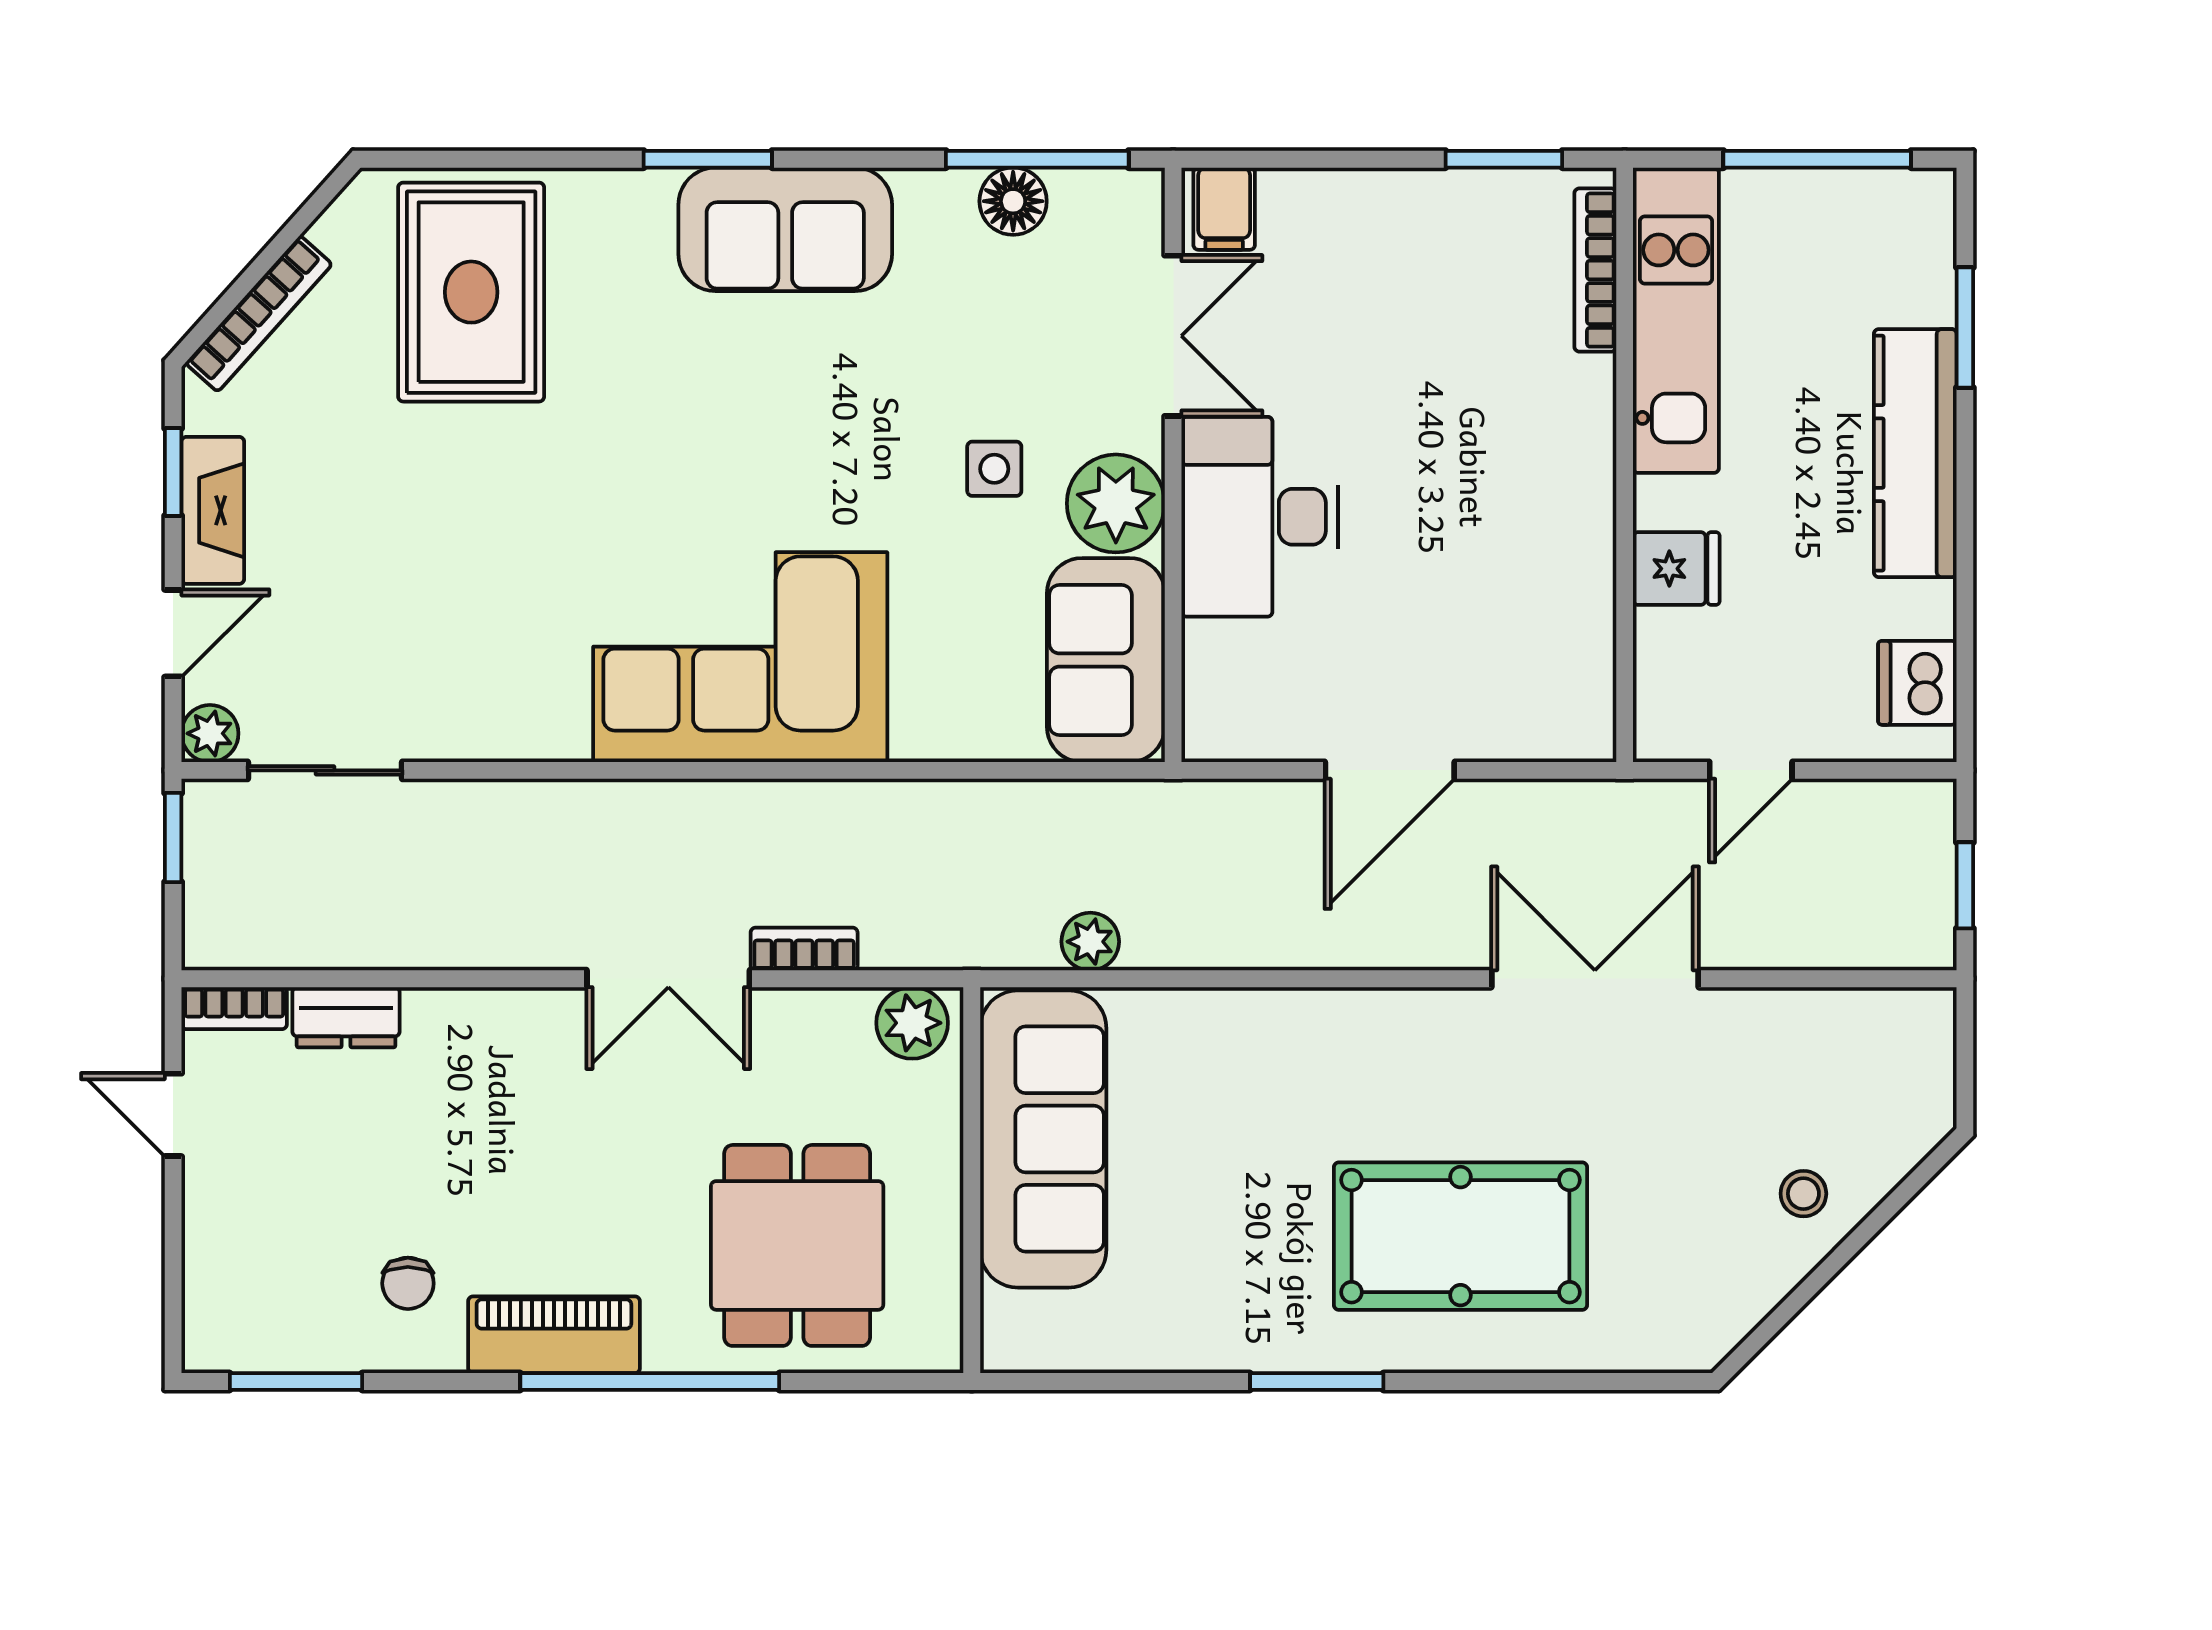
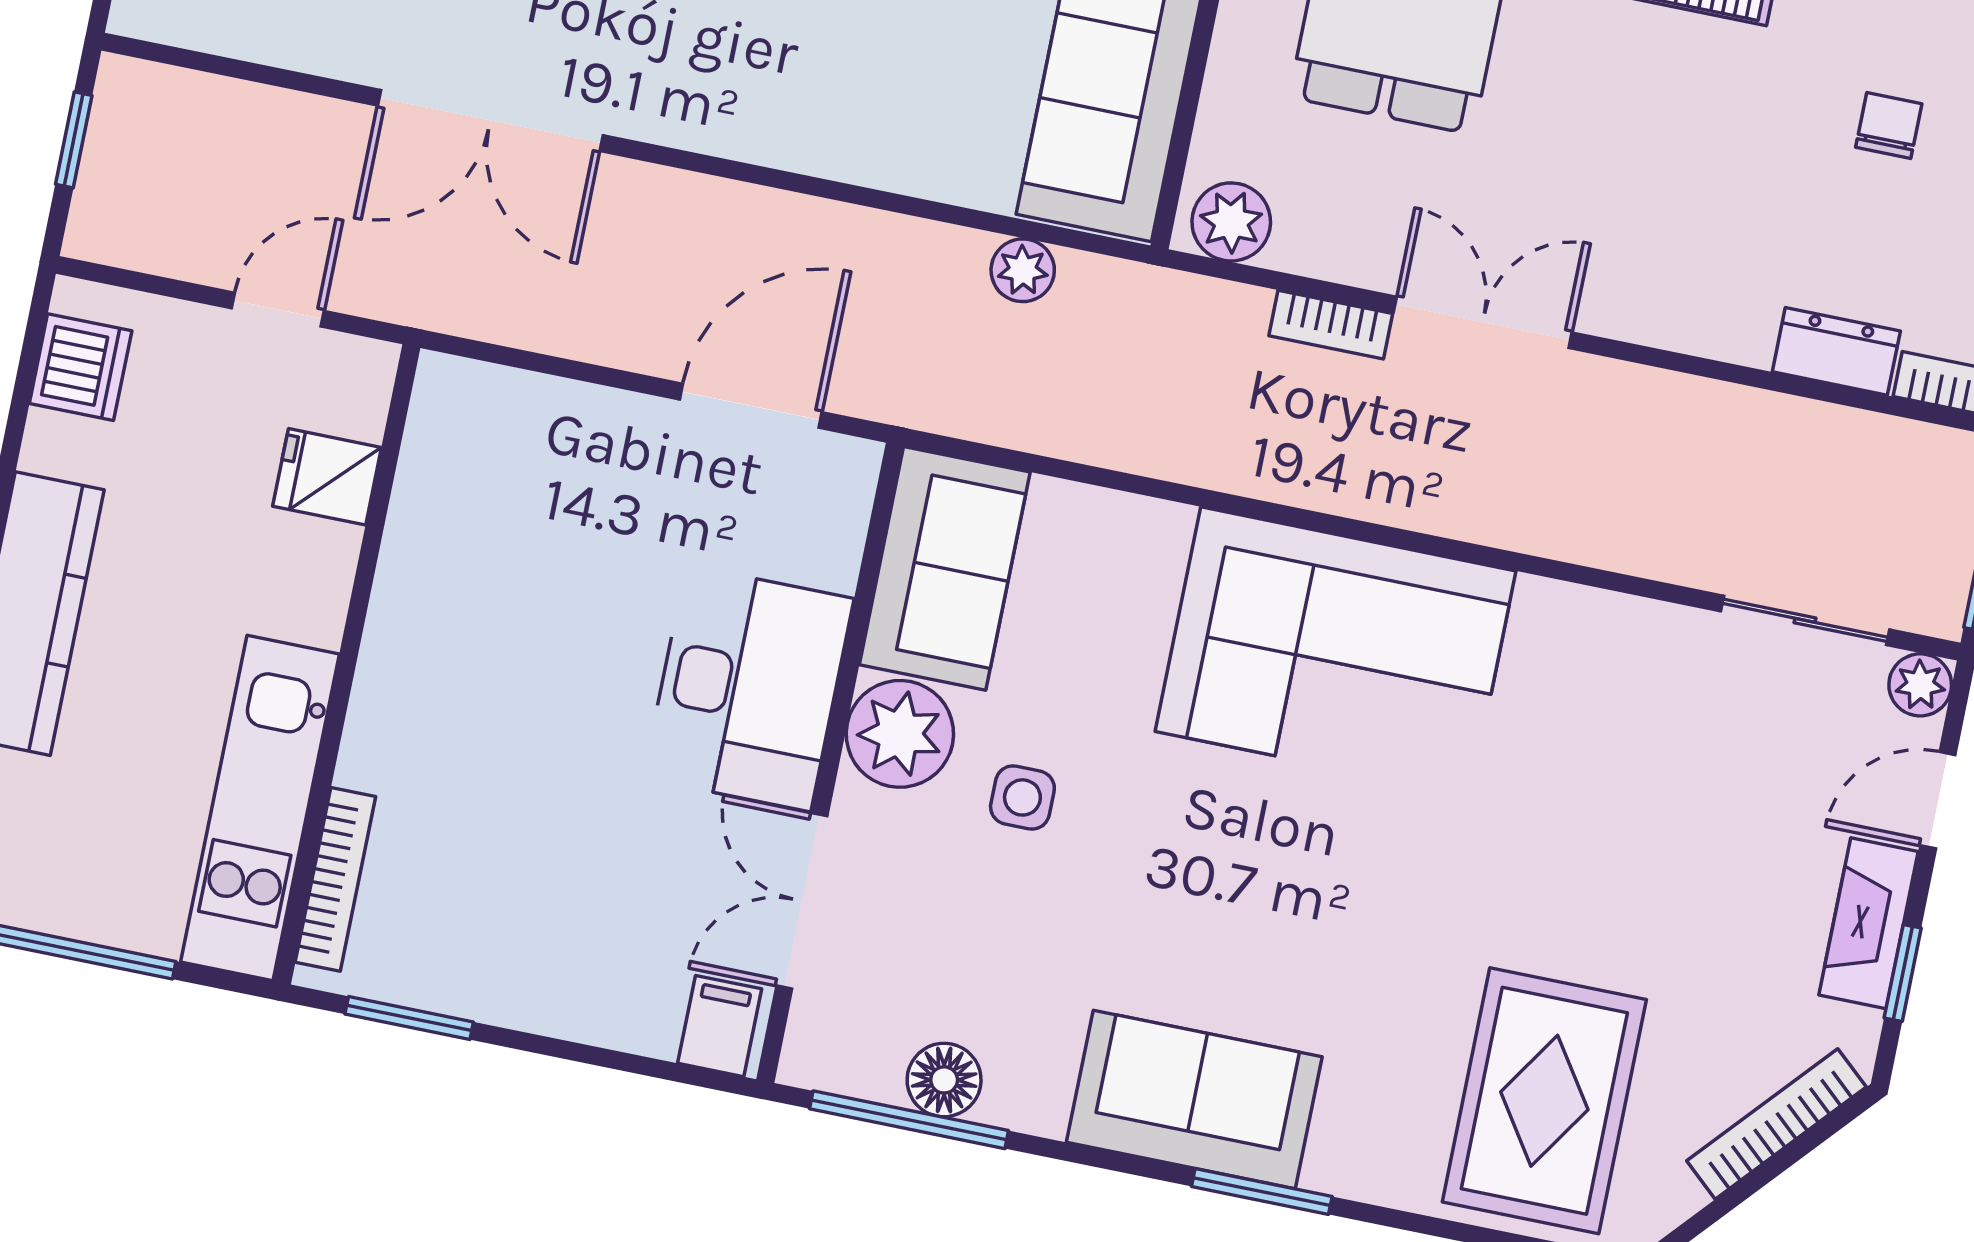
fridge: (1676, 569) -> (327, 477), moved
door: (1390, 770) -> (751, 406), moved
chair: (408, 1283) -> (1889, 126), moved

